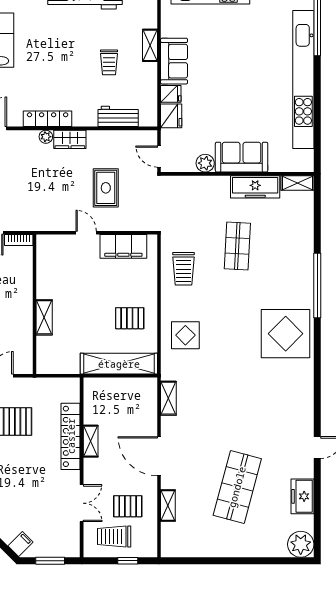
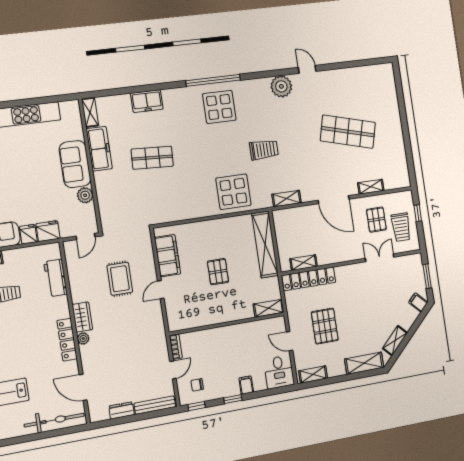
rug: (106, 188) -> (120, 279), turned 90
trolley: (184, 269) -> (264, 150), moved
window: (317, 285) -> (213, 80), moved
shelving: (44, 317) -> (269, 308), moved
pallet: (130, 318) -> (218, 272), moved
display table: (286, 334) -> (219, 107), width x0.73, depth x0.73
display table: (185, 335) -> (233, 192), width x1.36, depth x1.36
locker: (71, 436) -> (309, 279), moved
shelving: (91, 441) -> (303, 263), moved
door: (159, 456) -> (334, 200), hinge flipped
freezer: (302, 496) -> (147, 101), moved
plant: (301, 544) -> (281, 86), moved

